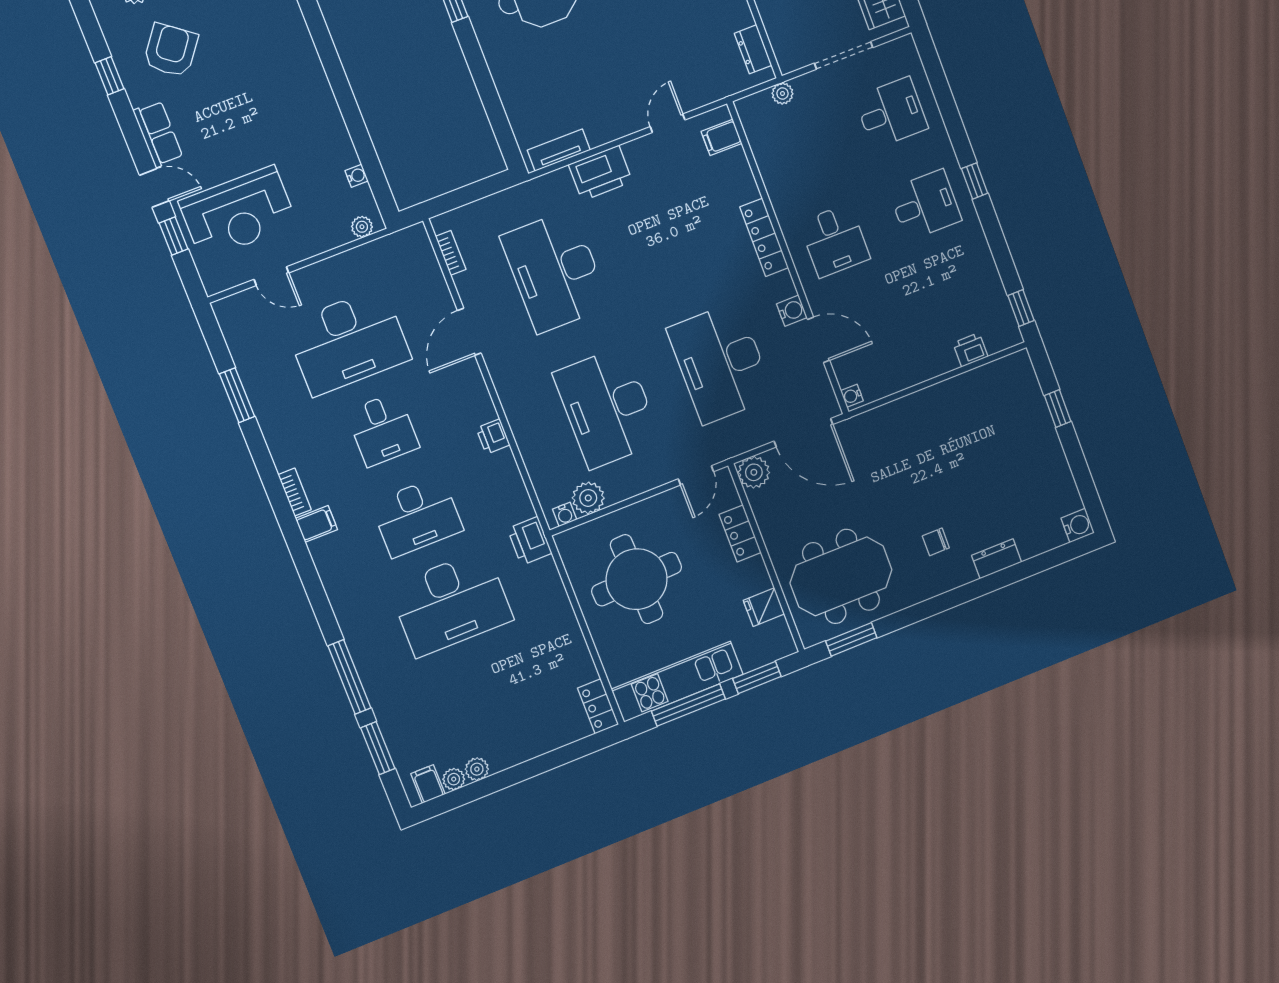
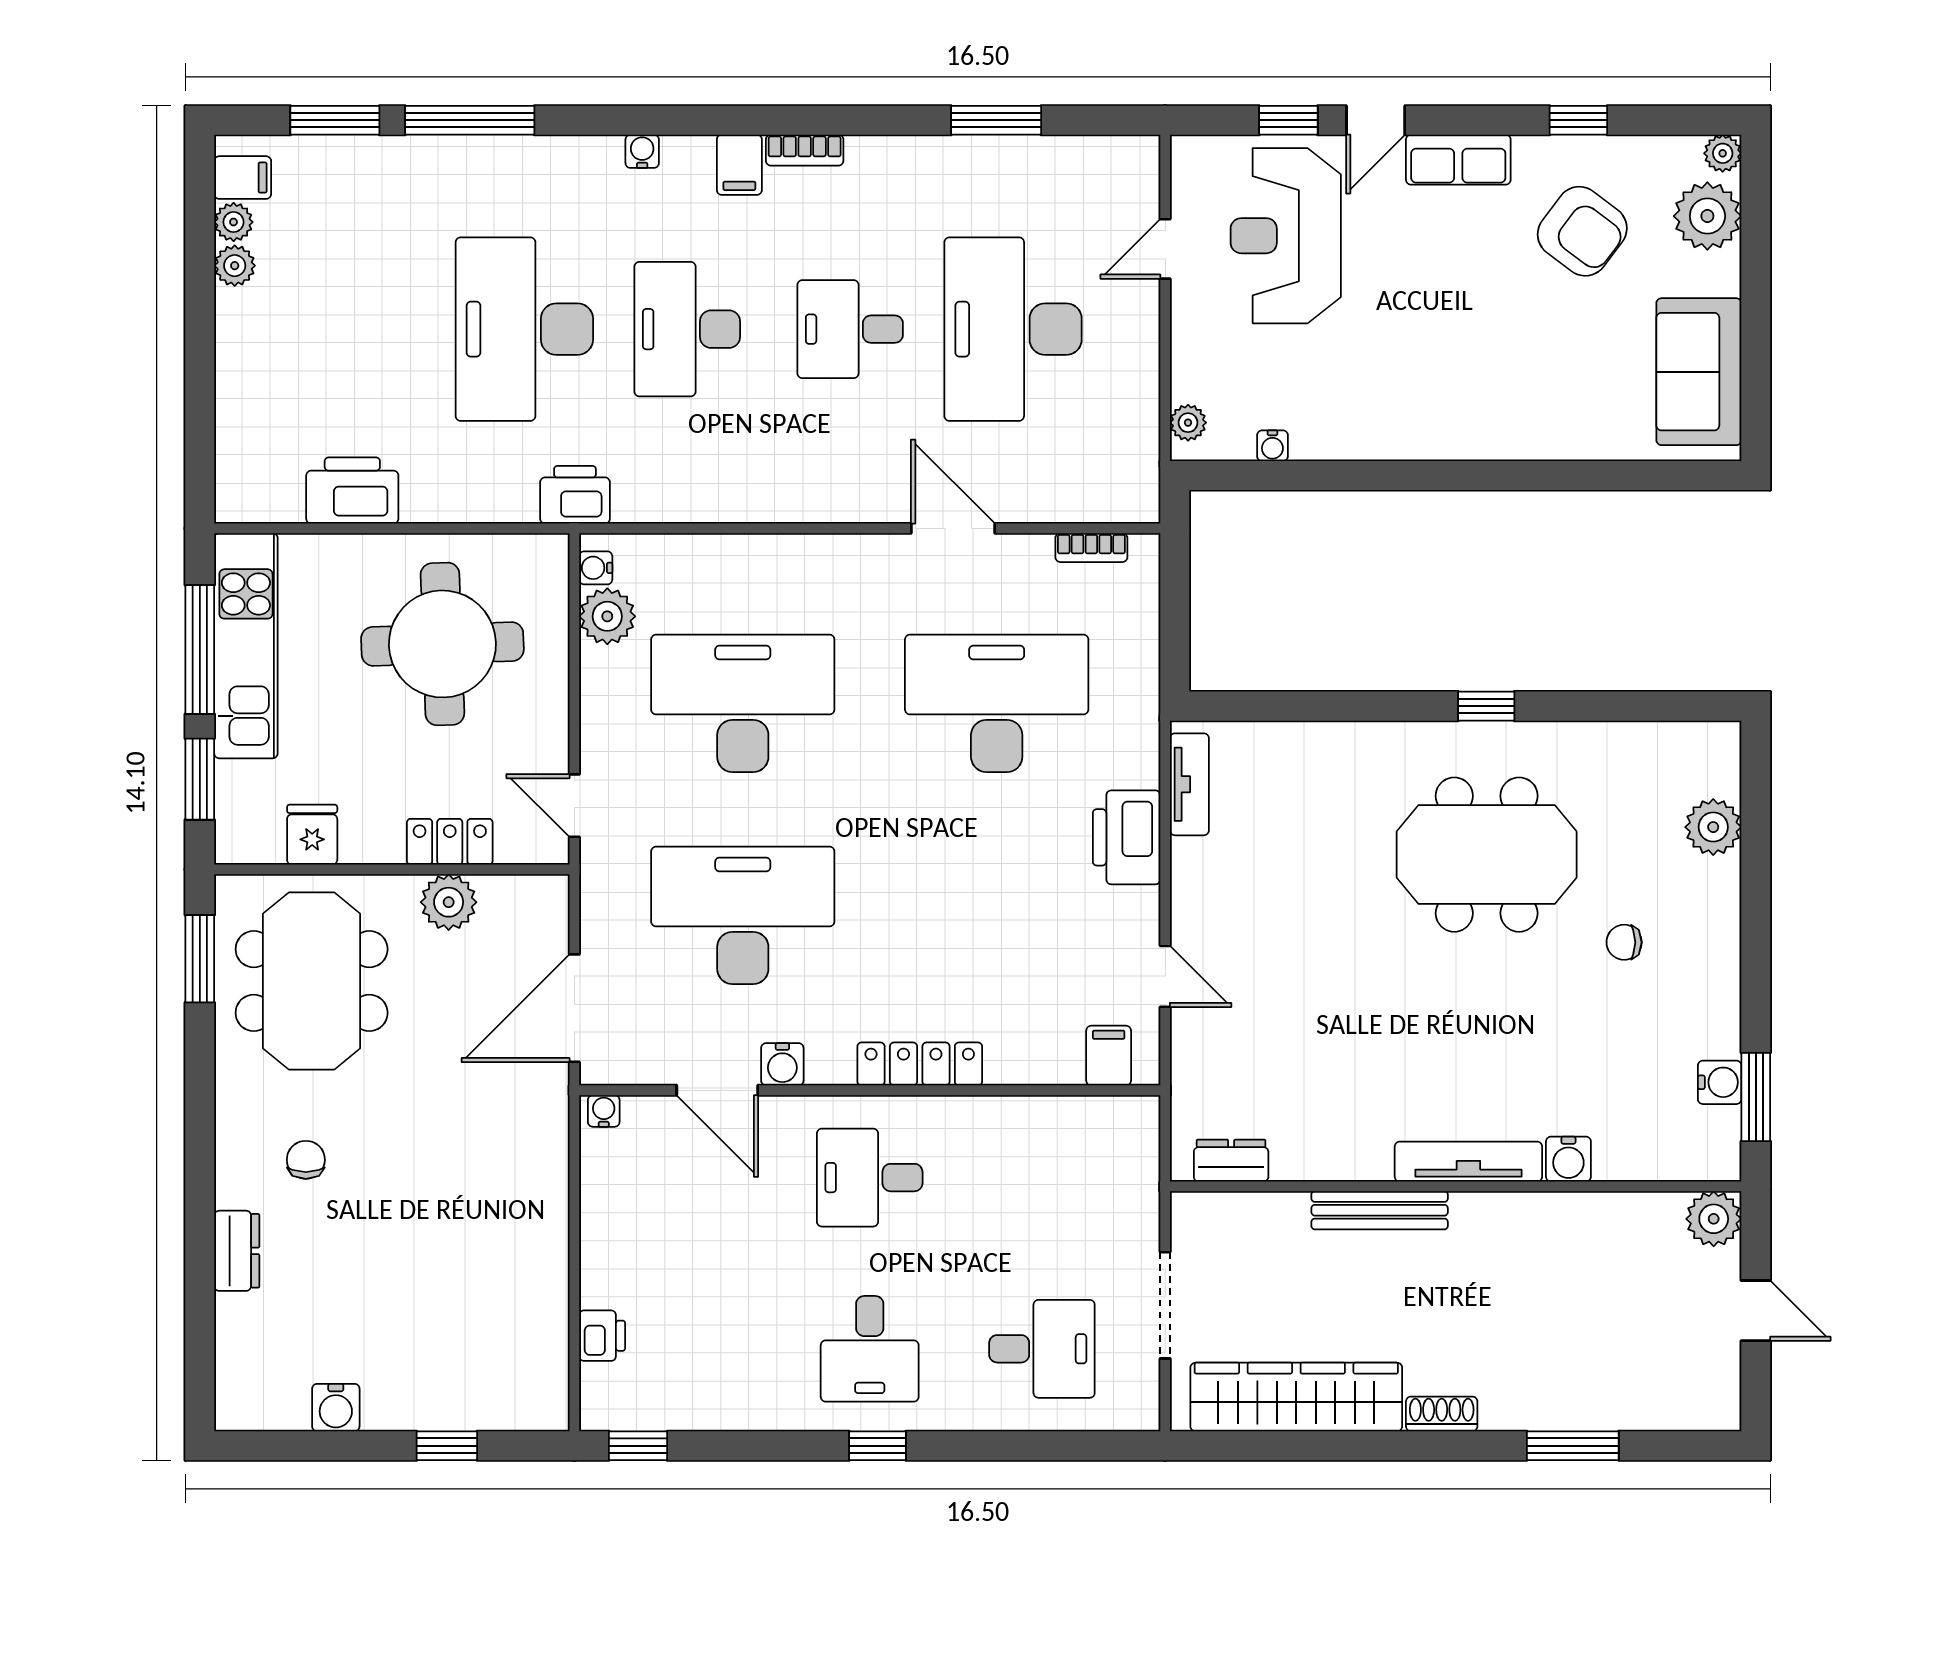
plant: (783, 93) -> (1142, 1182), removed
desk: (891, 113) -> (1042, 1349), turned -90
door: (819, 340) -> (717, 1090), hinge flipped
printer: (493, 437) -> (352, 490), moved, width x1.87, depth x1.48
plant: (754, 472) -> (449, 902), moved
water cooler: (1078, 525) -> (336, 1408), moved
water cooler: (330, 579) -> (642, 151), added
locker: (598, 706) -> (258, 501), removed

